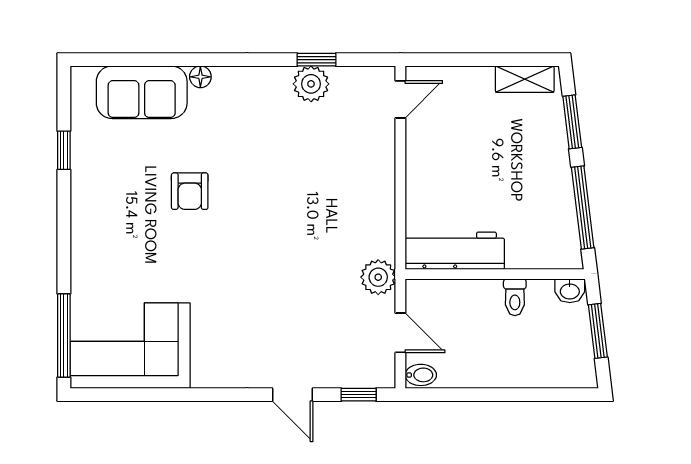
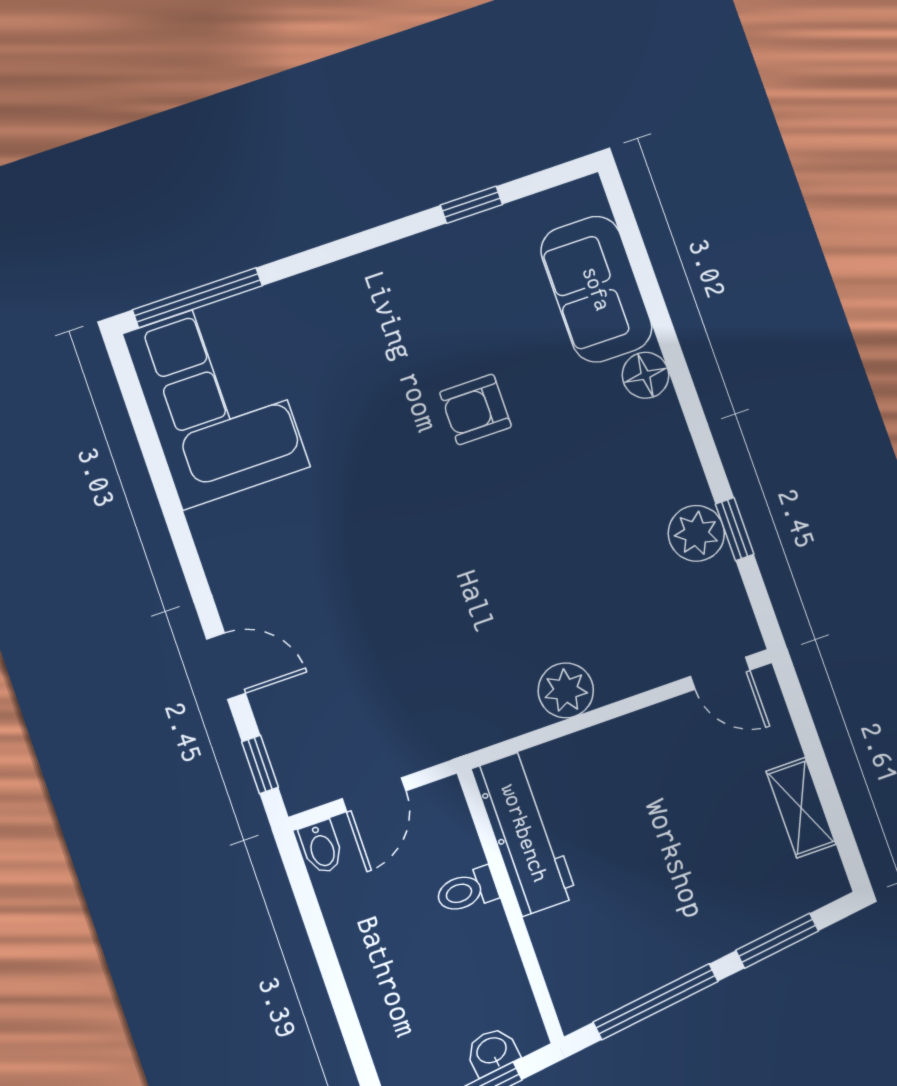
floor lamp: (200, 77) -> (646, 375), width x1.37, depth x1.37
shelving: (525, 79) -> (801, 808), moved
plant: (378, 277) -> (566, 690), moved
washbasin: (570, 291) -> (492, 1051), moved, turned 83
toilet: (515, 297) -> (467, 891), moved
door: (293, 395) -> (226, 666), swing flipped

